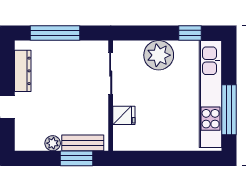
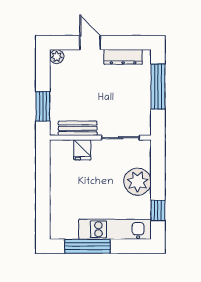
kitchen unit: (211, 94) -> (115, 229), width x0.73
plant: (53, 143) -> (57, 57), moved
bench: (83, 143) -> (78, 128), moved, turned 90

